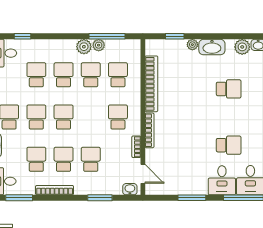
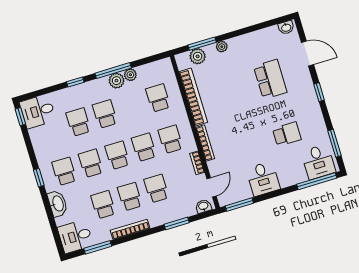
window: (23, 36) -> (75, 82), moved
window: (107, 36) -> (113, 71), moved
window: (175, 36) -> (202, 44), width x1.50
washbasin: (212, 47) -> (242, 43), removed
plant: (242, 47) -> (198, 56), moved
school desk: (91, 75) -> (144, 147), moved
school desk: (229, 89) -> (270, 79), width x1.85
door: (143, 174) -> (212, 187), hinge flipped
desk: (222, 180) -> (263, 179), moved
window: (192, 198) -> (239, 205), moved

